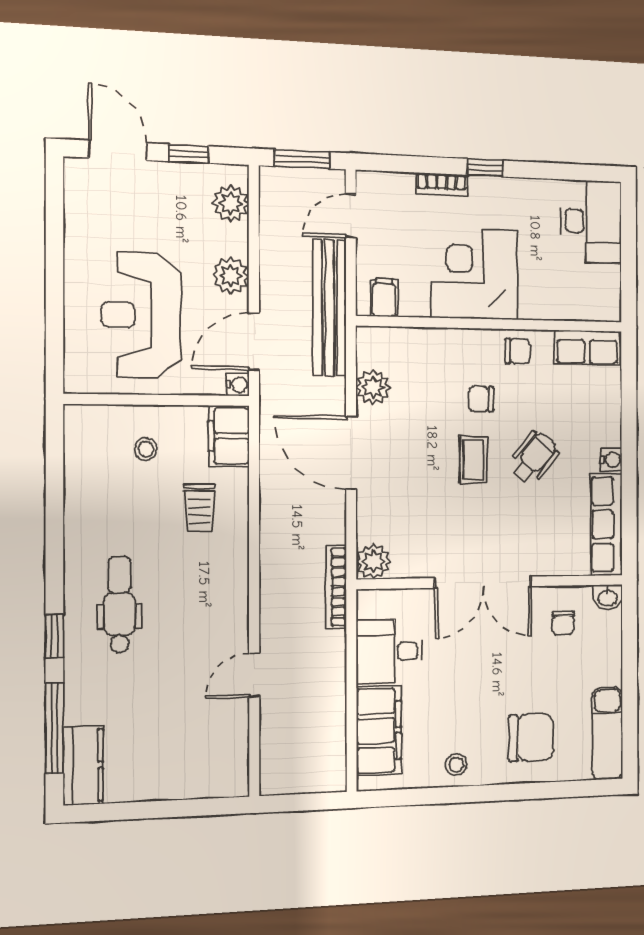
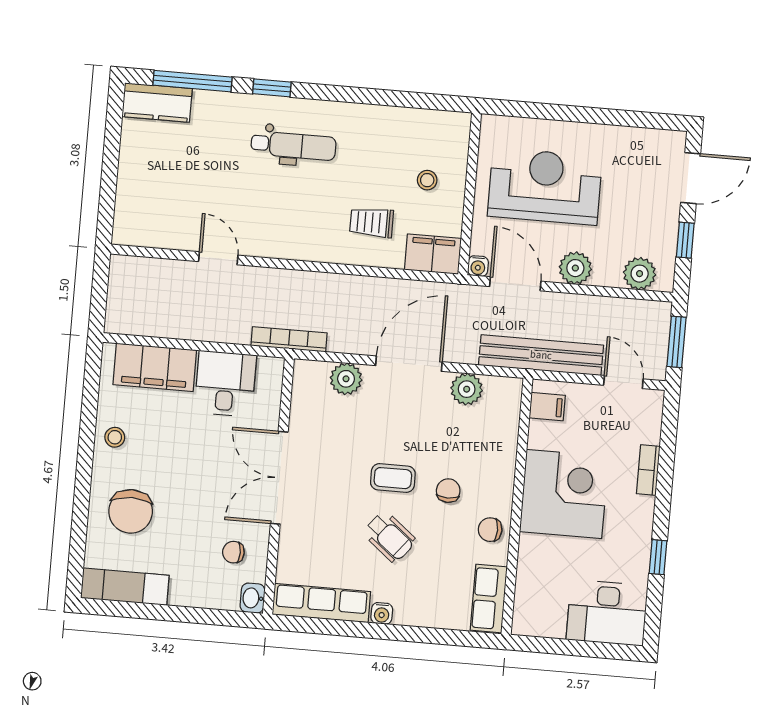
window: (485, 168) -> (658, 557), moved
chair: (517, 351) -> (490, 530), turned 90
plant: (373, 562) -> (346, 379), moved

